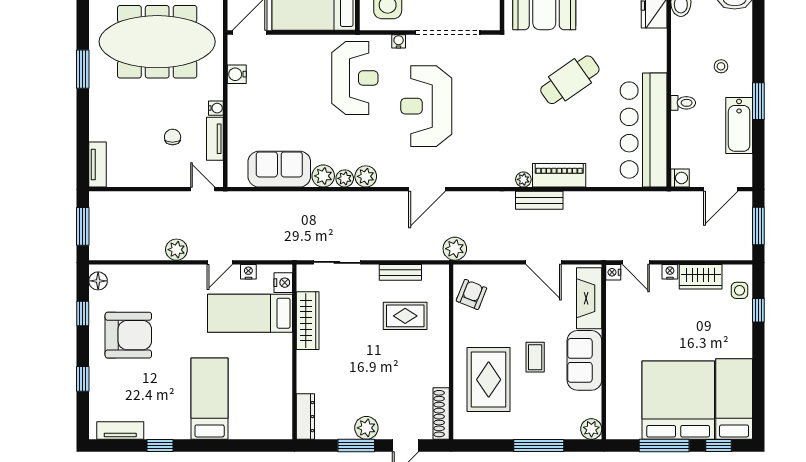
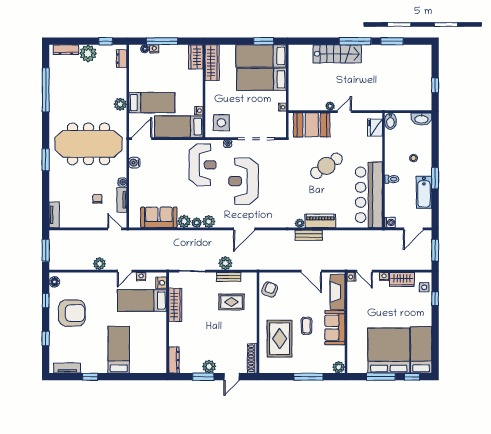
plant: (455, 249) -> (225, 263), moved

